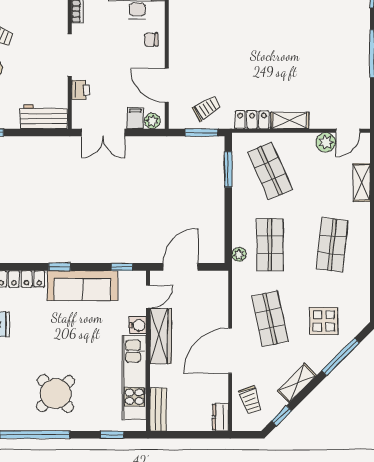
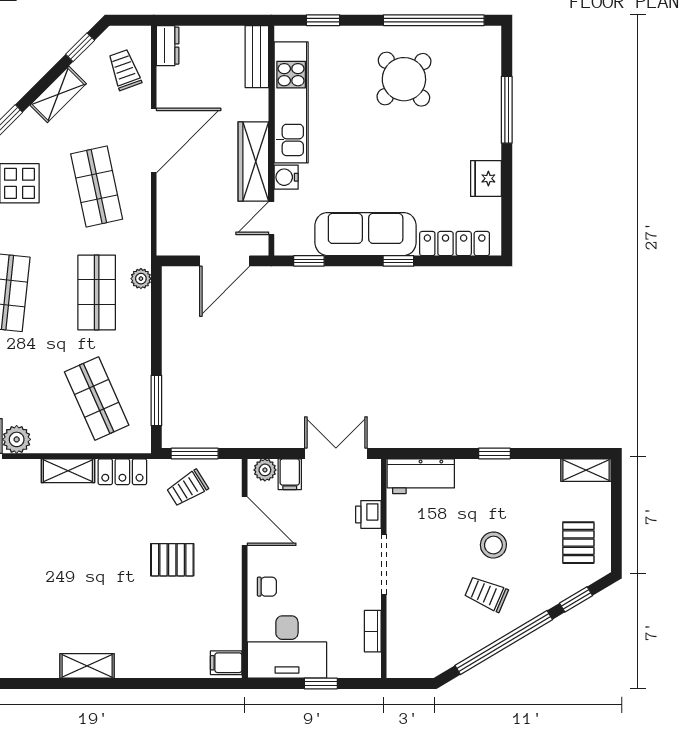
pallet: (217, 58) -> (172, 560), added

